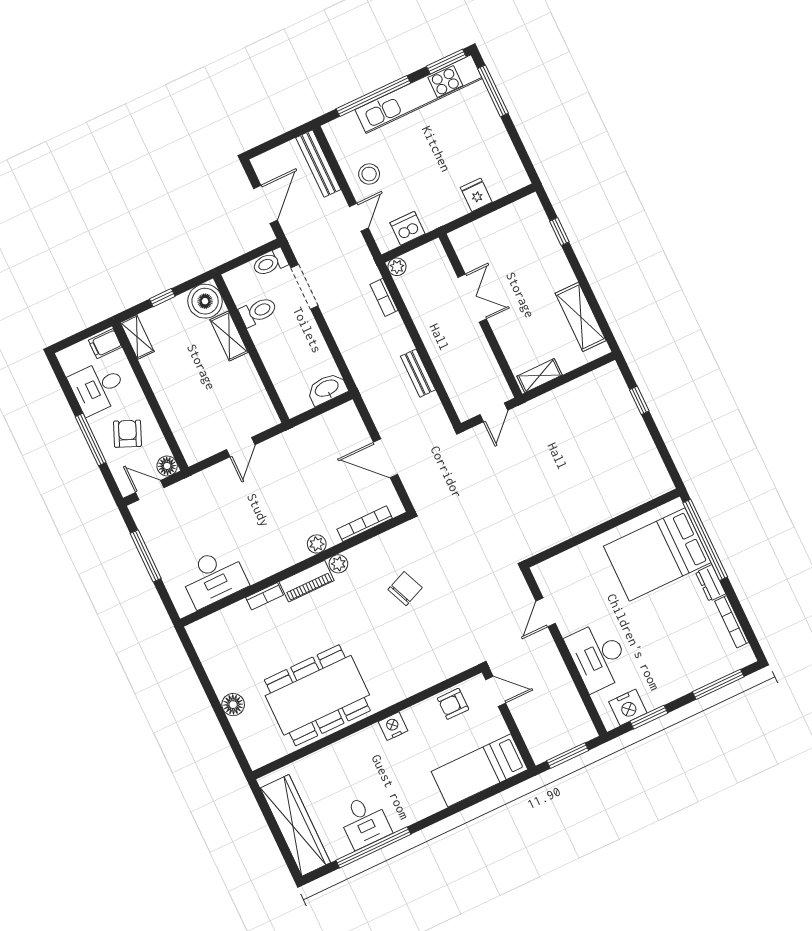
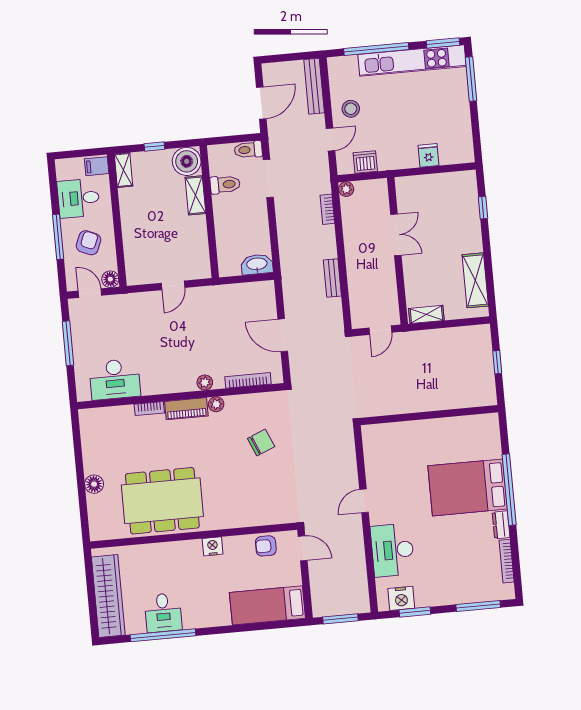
wall: (603, 528) -> (429, 415), moved

